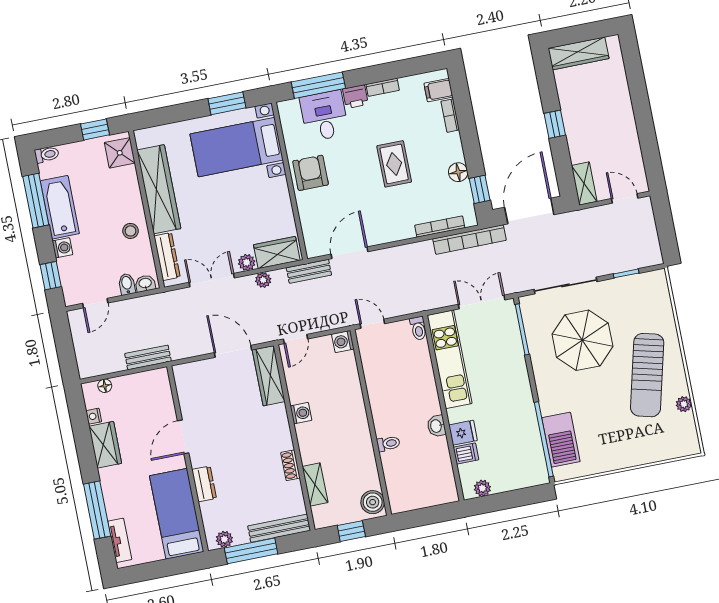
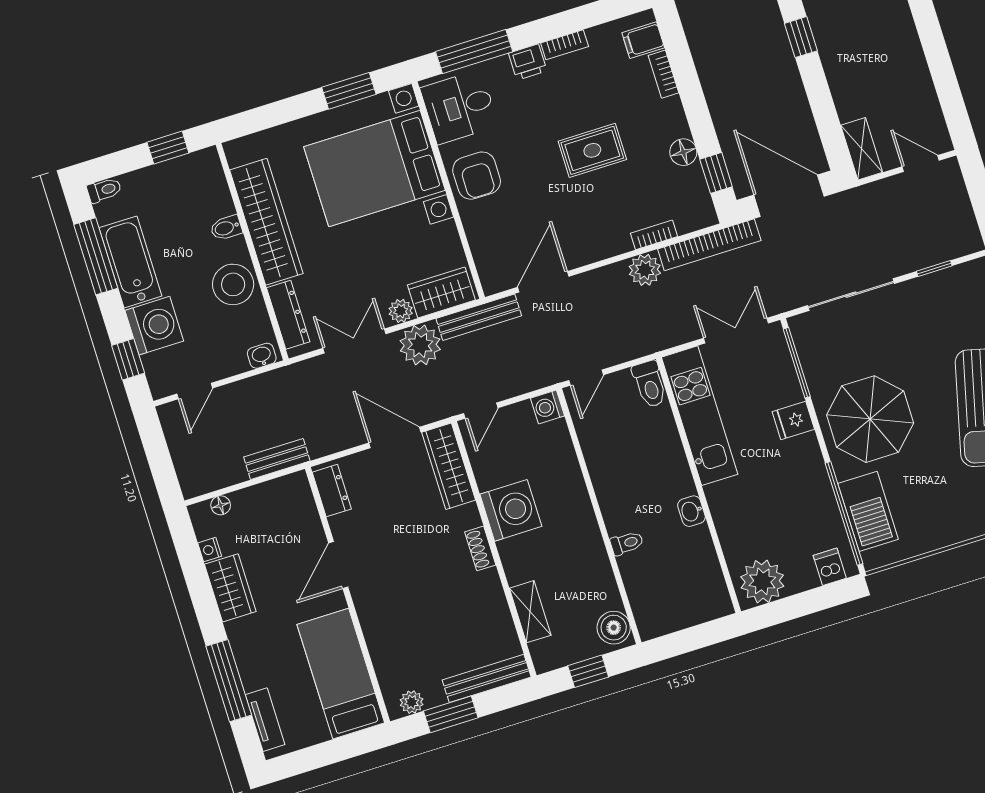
desk: (324, 116) -> (459, 107), moved, turned -90
window: (555, 124) -> (801, 37), moved
bed with nightstands: (237, 147) -> (375, 168), width x1.36
shower: (120, 153) -> (206, 177), removed
rug: (394, 164) -> (592, 150), turned 90
armchair: (311, 173) -> (477, 176), turned 180
door: (529, 211) -> (789, 196), hinge flipped
bookcase: (440, 227) -> (654, 235), width x0.64
stool: (131, 231) -> (233, 284), width x1.89, depth x1.89
washing machine: (63, 248) -> (154, 326), width x1.89, depth x1.89
plant: (422, 252) -> (645, 270), added
bench: (309, 271) -> (479, 317), width x1.36
plant: (263, 280) -> (420, 345), width x1.88, depth x1.88
bidet: (127, 284) -> (226, 228), moved, turned -90
door: (372, 324) -> (586, 378), swing flipped
toilet: (418, 328) -> (650, 384), width x1.37, depth x1.39
parasol: (582, 340) -> (870, 419), moved
washing machine: (301, 413) -> (511, 510), width x1.89, depth x1.89
fridge: (463, 433) -> (793, 420), moved, turned 180
dishwasher: (466, 453) -> (830, 567), moved, turned -90
shoe rack: (290, 465) -> (480, 548), moved
dresser: (204, 484) -> (332, 491), moved
plant: (482, 488) -> (762, 581), width x1.87, depth x1.87
window: (251, 551) -> (451, 714), width x0.69

